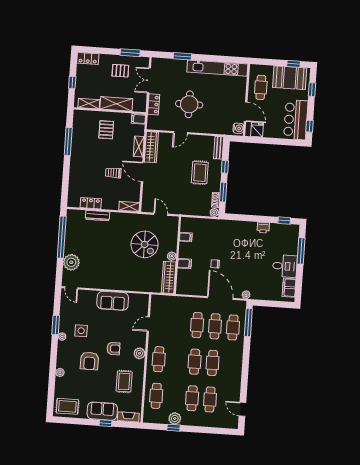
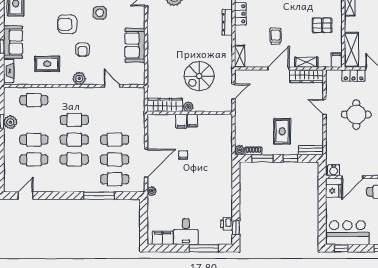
shelving: (116, 104) -> (351, 50), moved
rug: (200, 173) -> (282, 131), turned 90
printer: (263, 228) -> (227, 224), moved
filing cabinet: (186, 237) -> (192, 121), moved
window: (248, 323) -> (99, 196), moved
cafe table: (159, 359) -> (74, 120), moved

